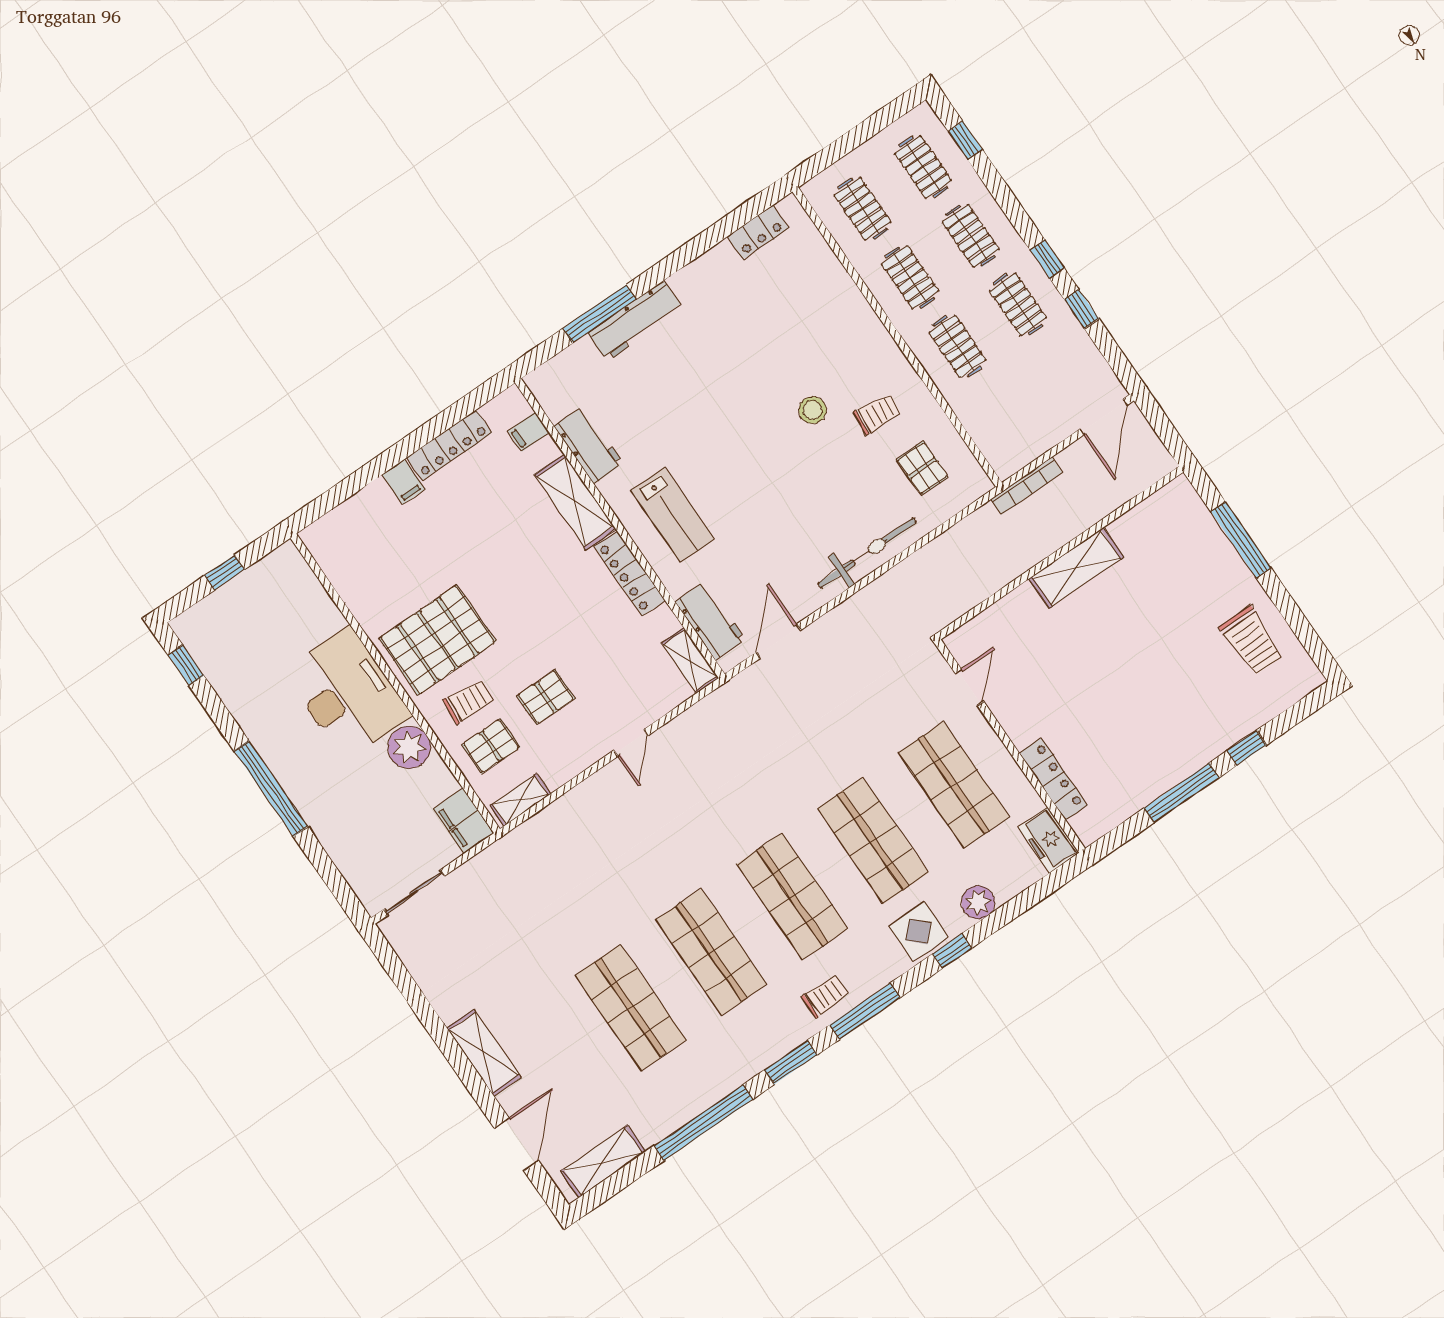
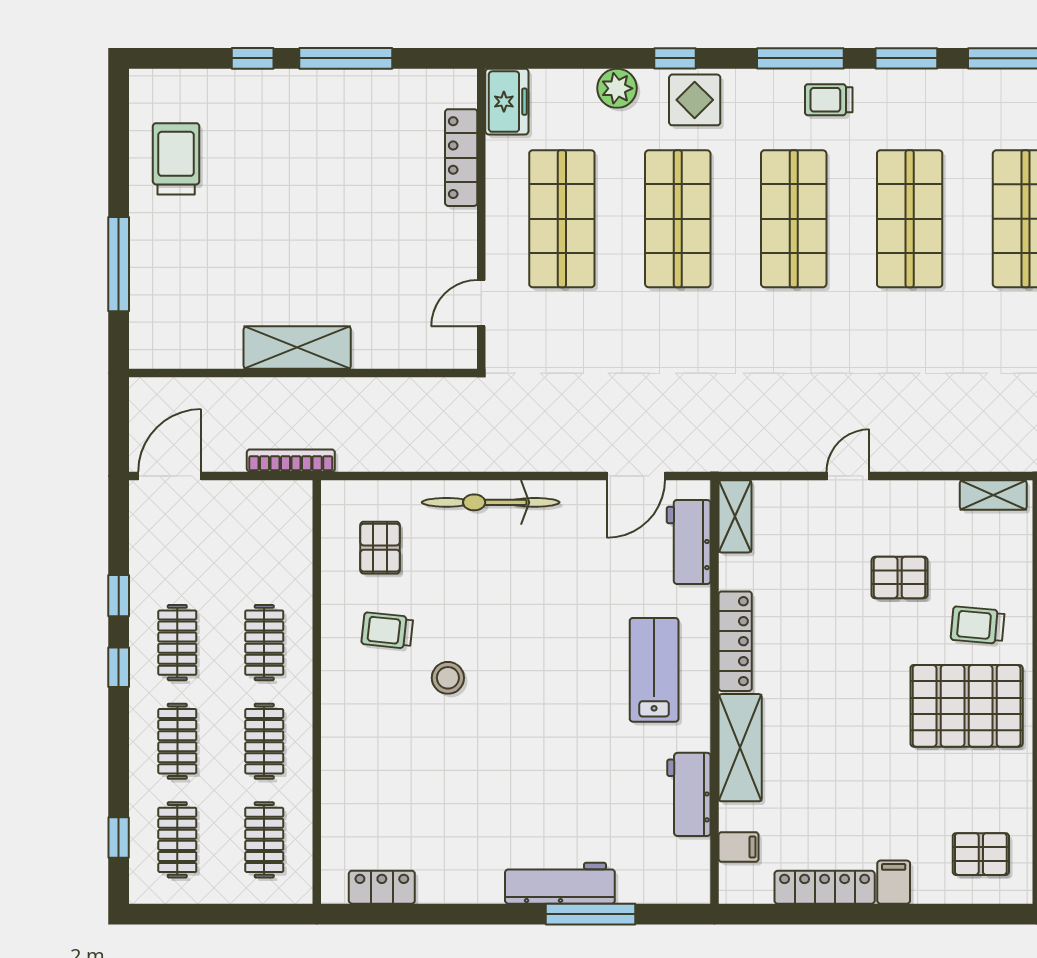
pallet: (491, 746) -> (981, 854), moved

